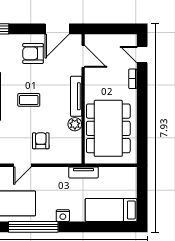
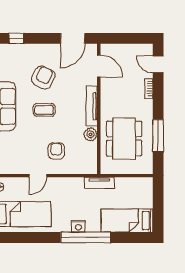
armchair: (33, 53) -> (43, 77), moved, turned 117
window: (142, 126) -> (158, 136), added
dining table: (108, 128) -> (124, 138), width x0.73, depth x0.80
window: (33, 227) -> (86, 237), moved

